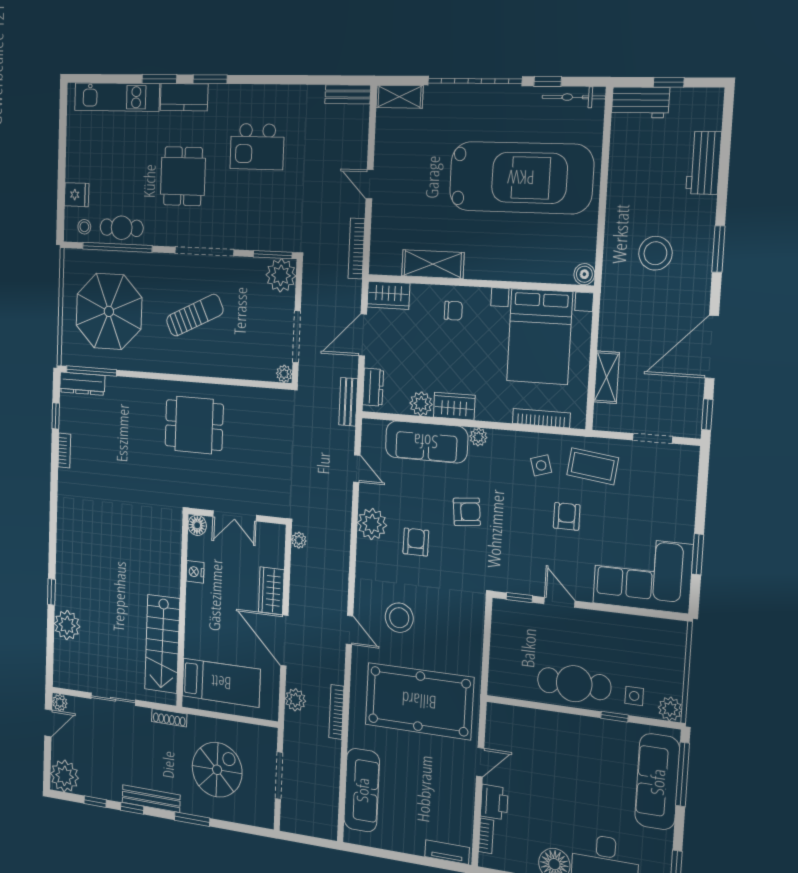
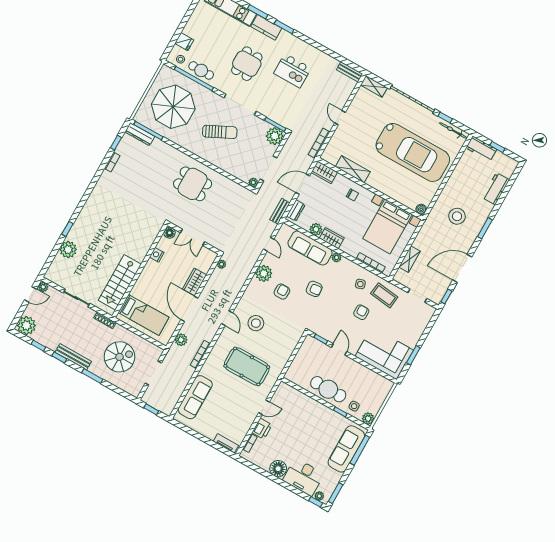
pool table: (419, 701) -> (247, 366), width x0.73, depth x0.76
window: (304, 839) -> (151, 409), added

